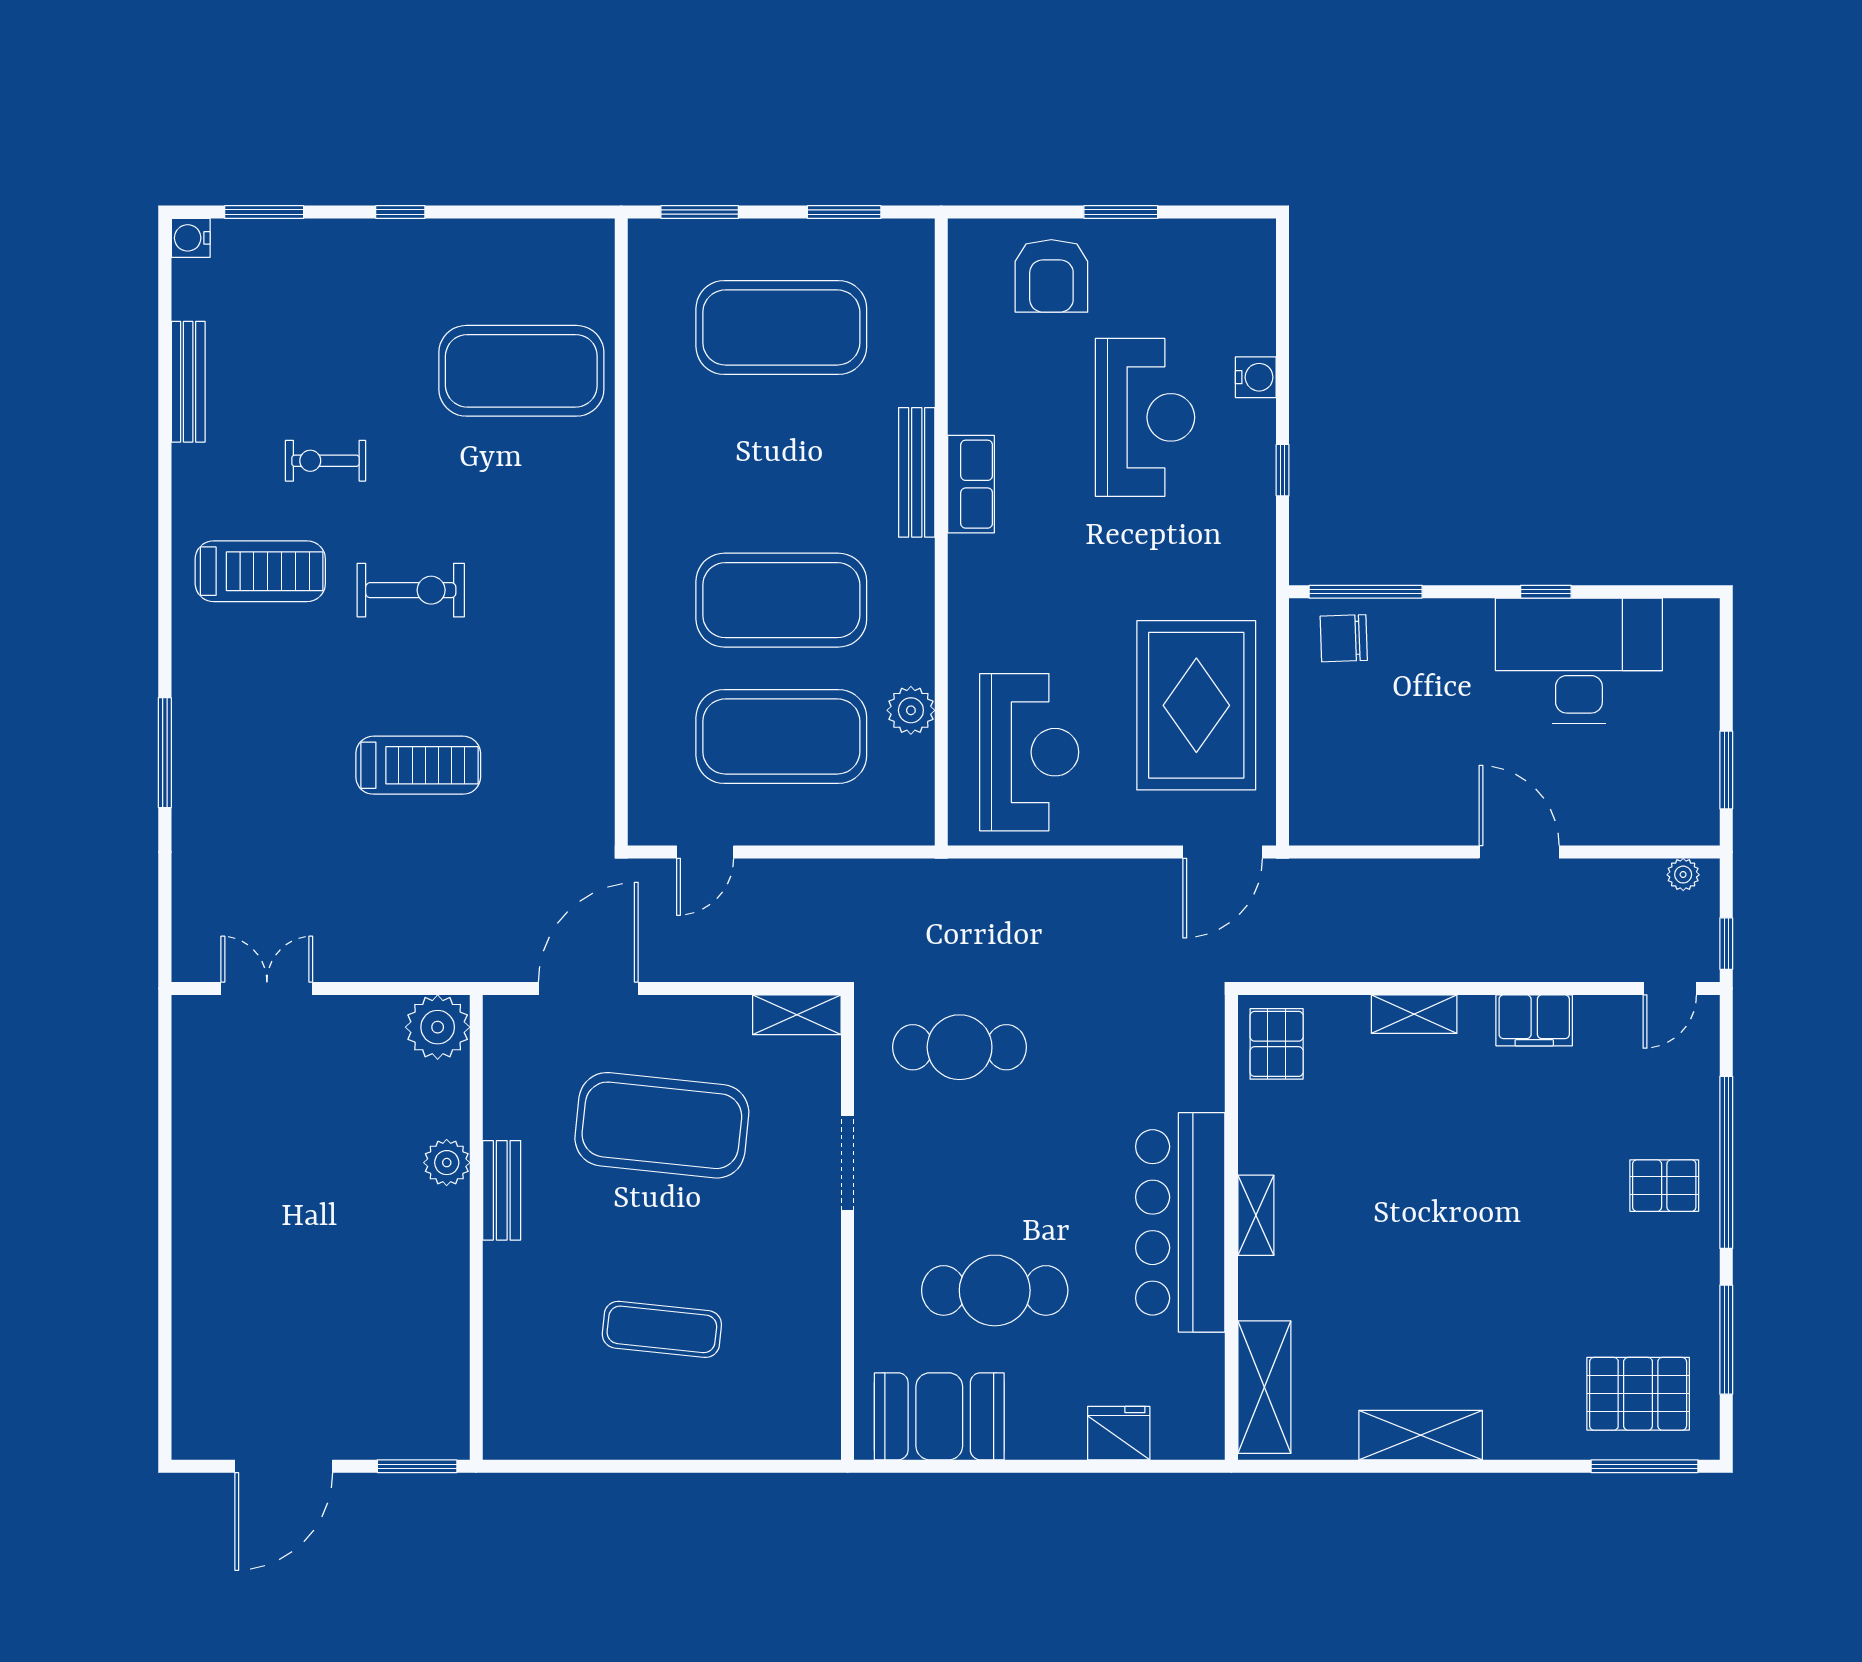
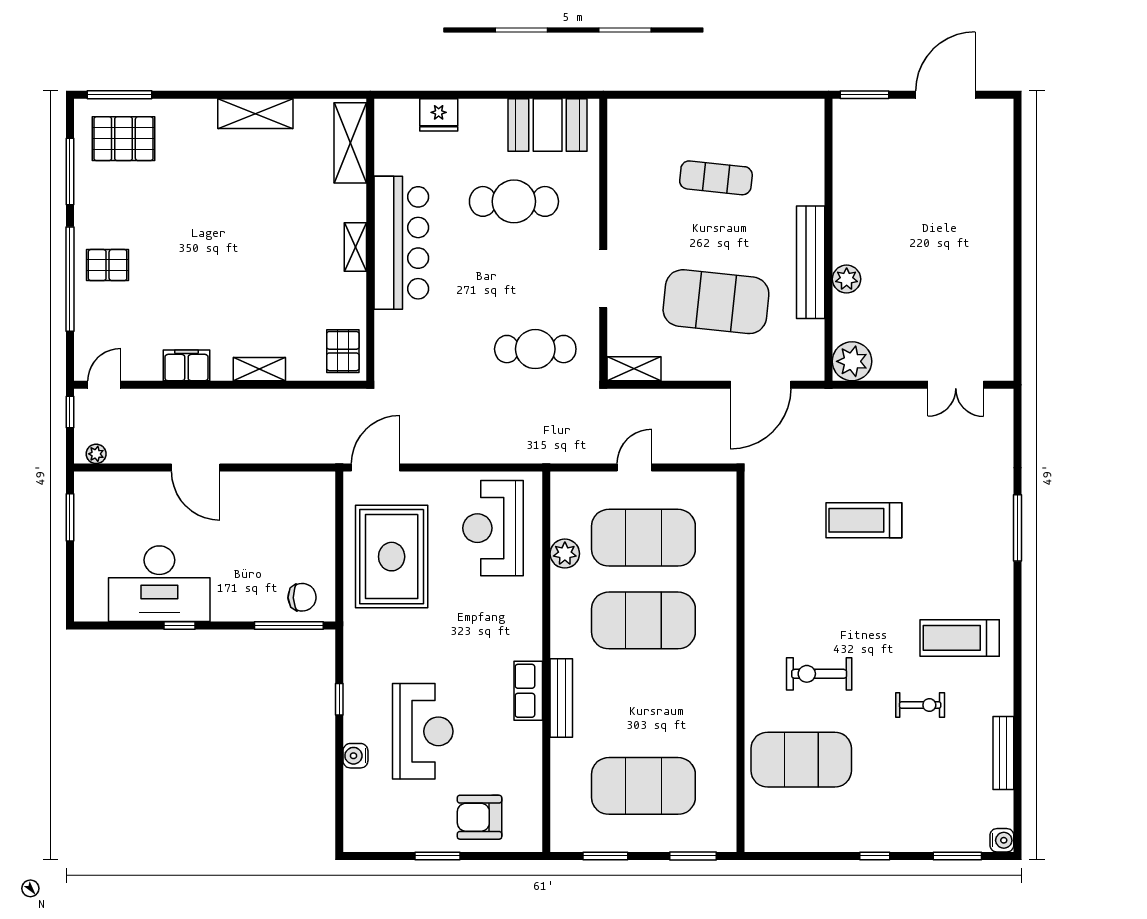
armchair: (1051, 276) -> (480, 817), turned -90
reception desk: (1145, 417) -> (423, 731), turned 180
exercise bike: (411, 590) -> (819, 674), moved
door: (705, 852) -> (634, 468), moved
bench: (502, 1190) -> (811, 262), width x1.86, depth x1.21

